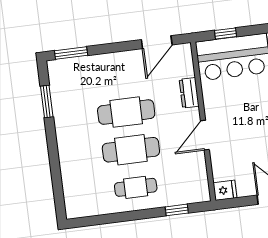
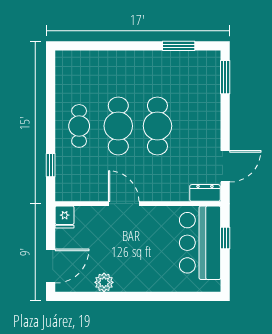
door: (157, 42) -> (225, 166), swing flipped
dresser: (189, 93) -> (205, 193), moved

